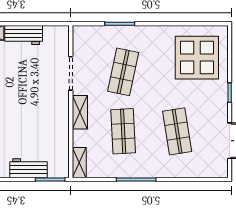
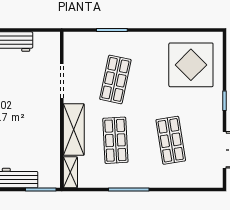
shelving: (80, 112) -> (74, 129), width x1.50, depth x1.33

